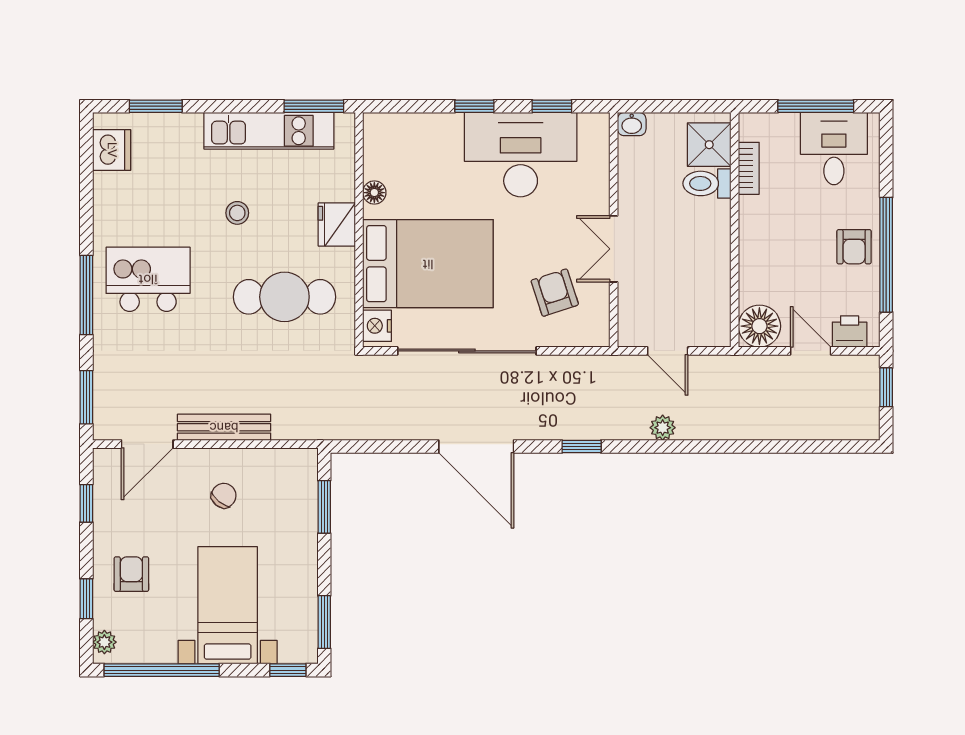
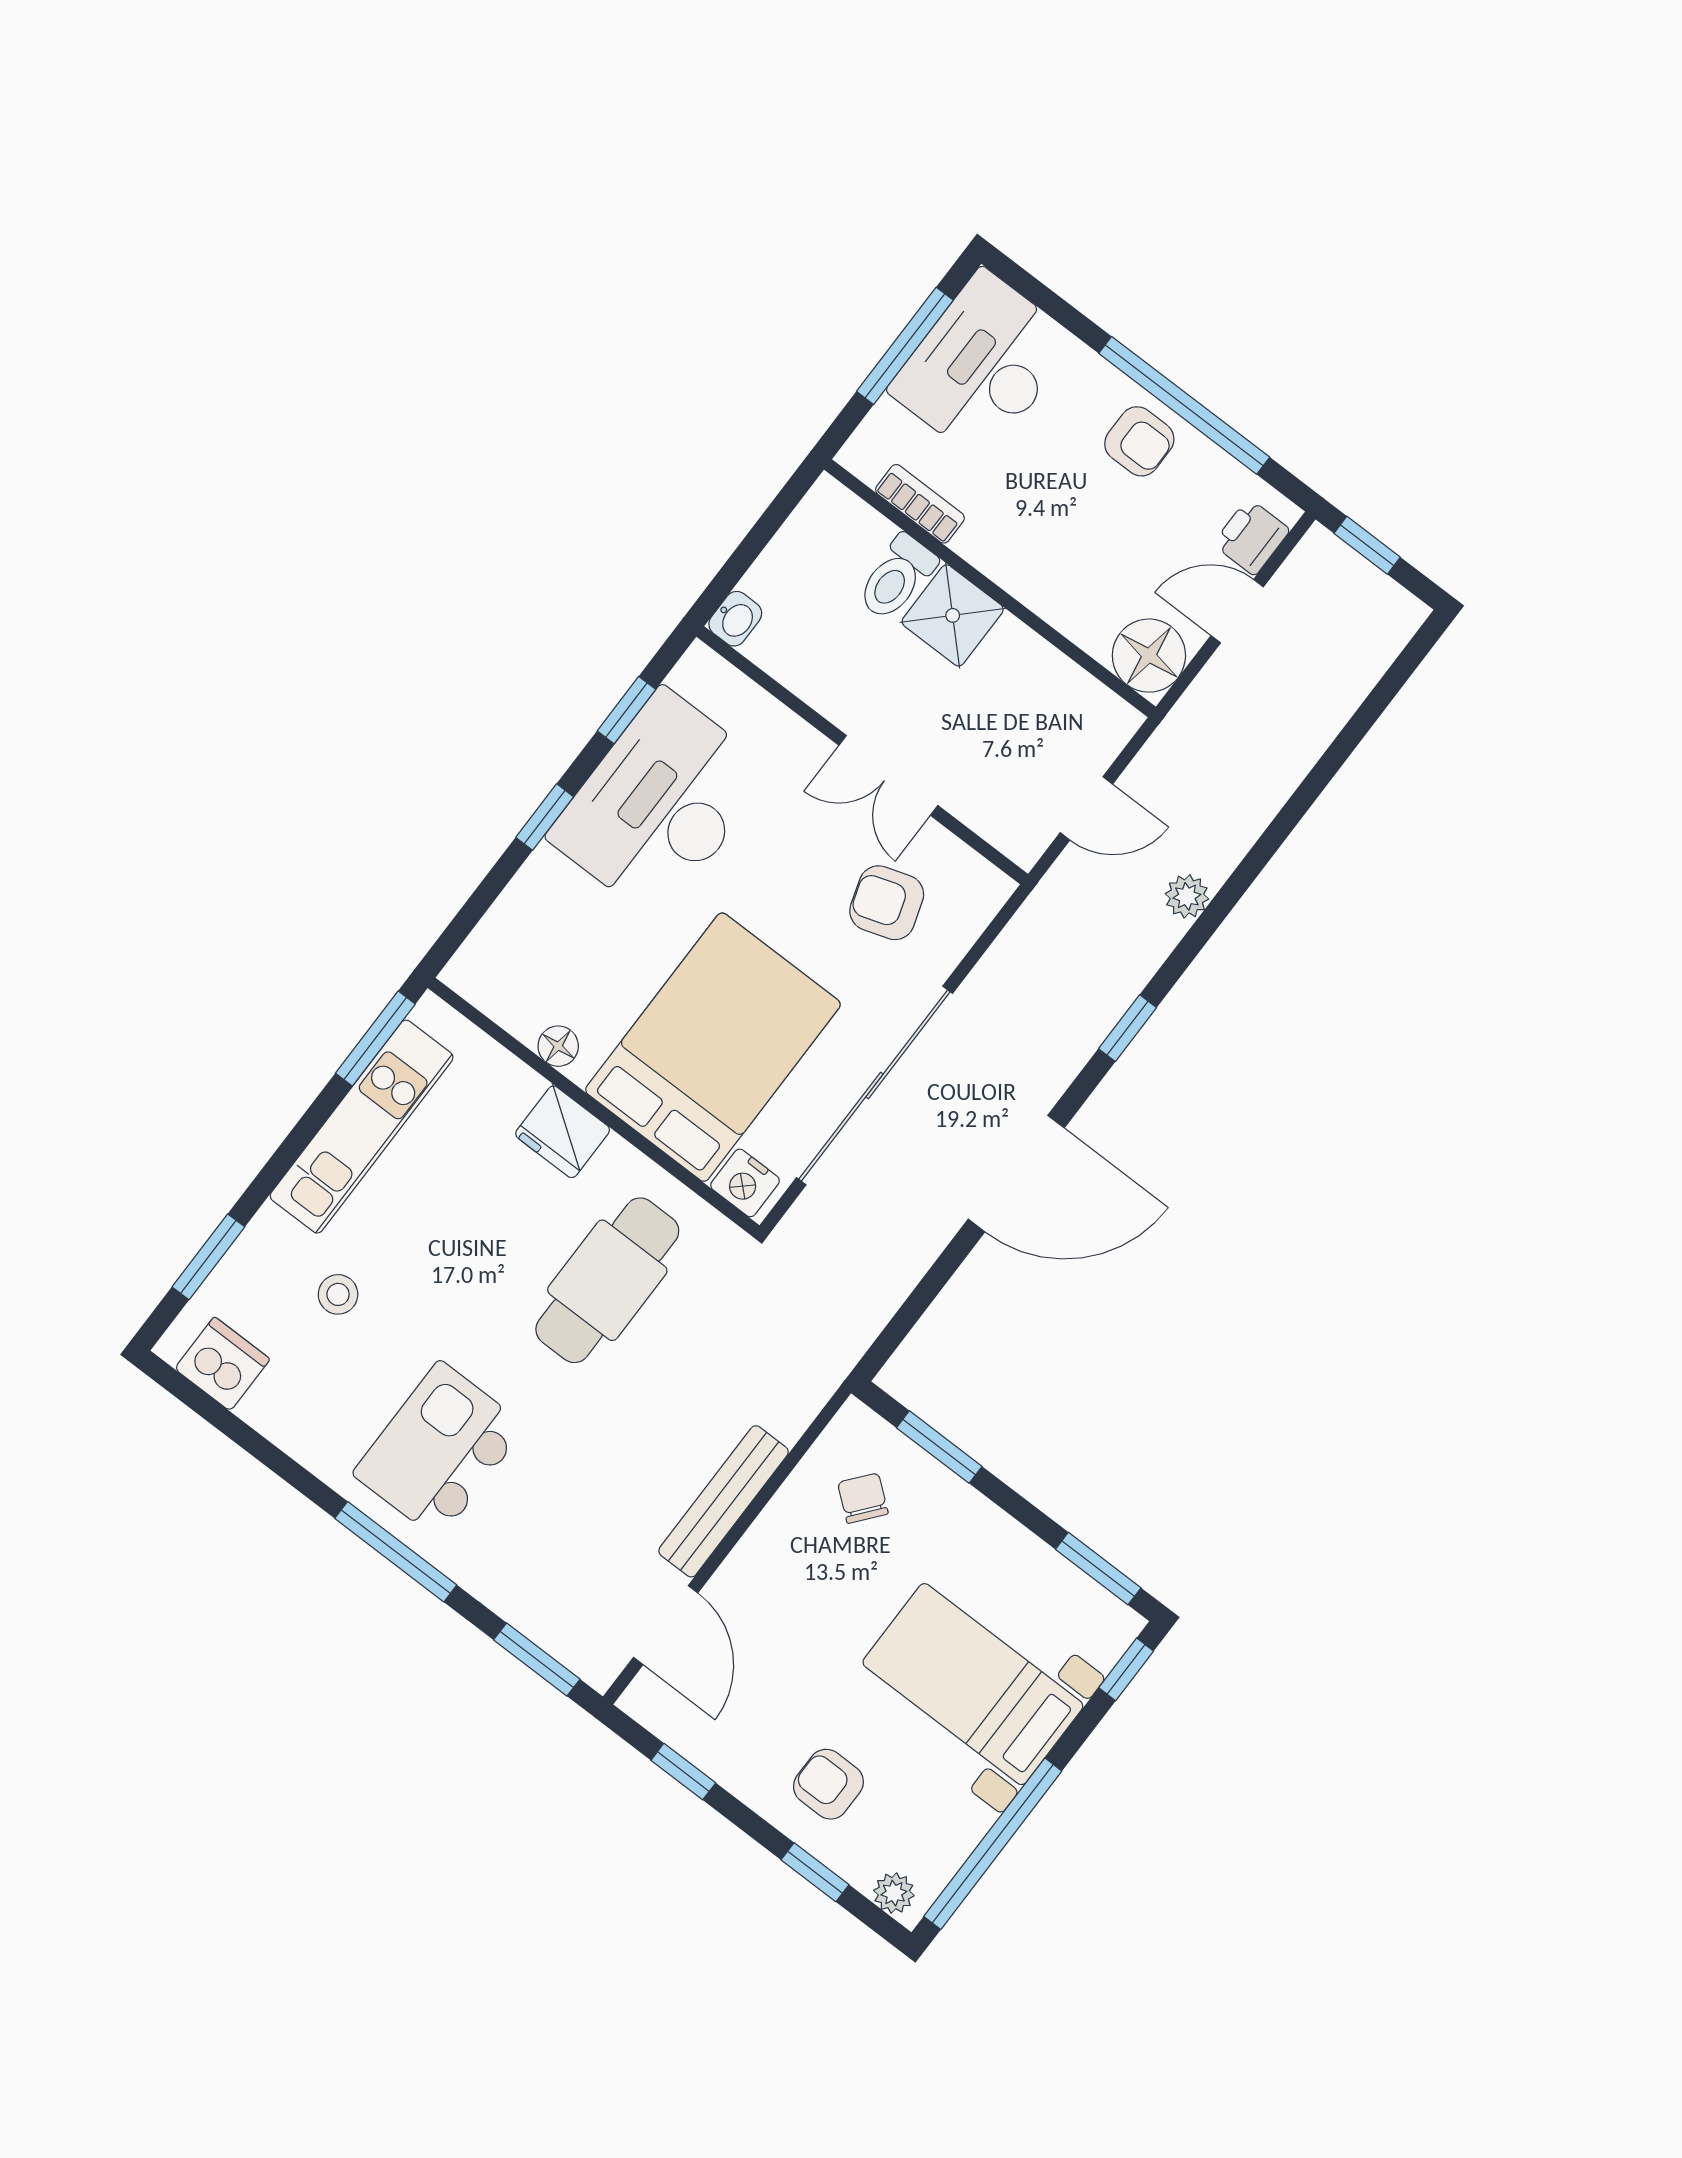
shower: (709, 145) -> (953, 615), moved
desk: (834, 149) -> (982, 365), width x1.37
stool: (237, 213) -> (338, 1294), moved
chair: (224, 496) -> (863, 1498), moved

